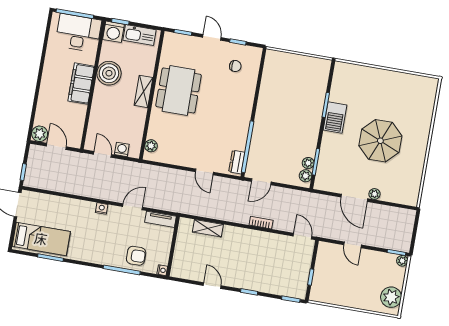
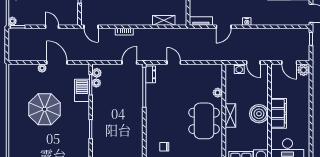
boiler: (109, 73) -> (259, 114), moved
barbecue: (335, 118) -> (82, 90), moved
plant: (151, 146) -> (218, 93), moved

